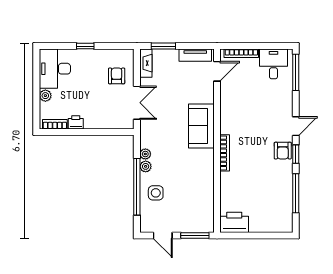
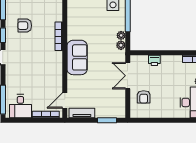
window: (85, 46) -> (168, 120), removed
fireplace: (146, 63) -> (121, 107), removed
printer: (76, 122) -> (154, 60), moved
armchair: (283, 151) -> (25, 26), moved, turned -90
plant: (146, 166) -> (121, 45), moved

